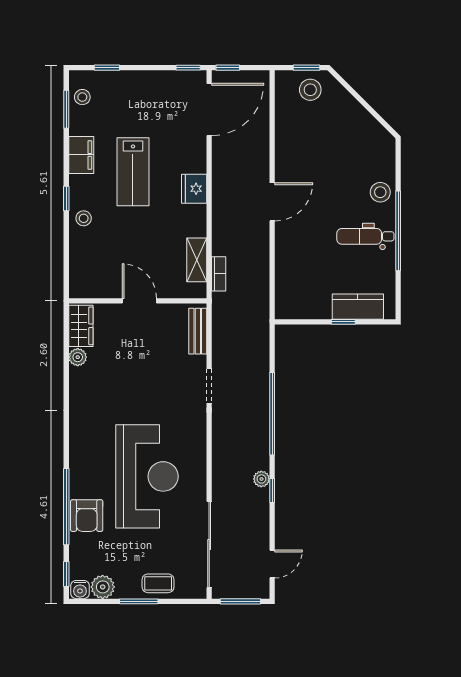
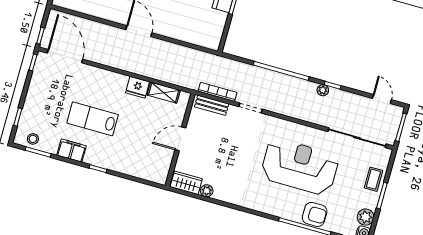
lab bench: (133, 172) -> (93, 119), turned 180
fridge: (194, 189) -> (138, 87), moved
stool: (84, 218) -> (115, 161), removed
bookcase: (219, 274) -> (217, 92), moved, width x1.56

